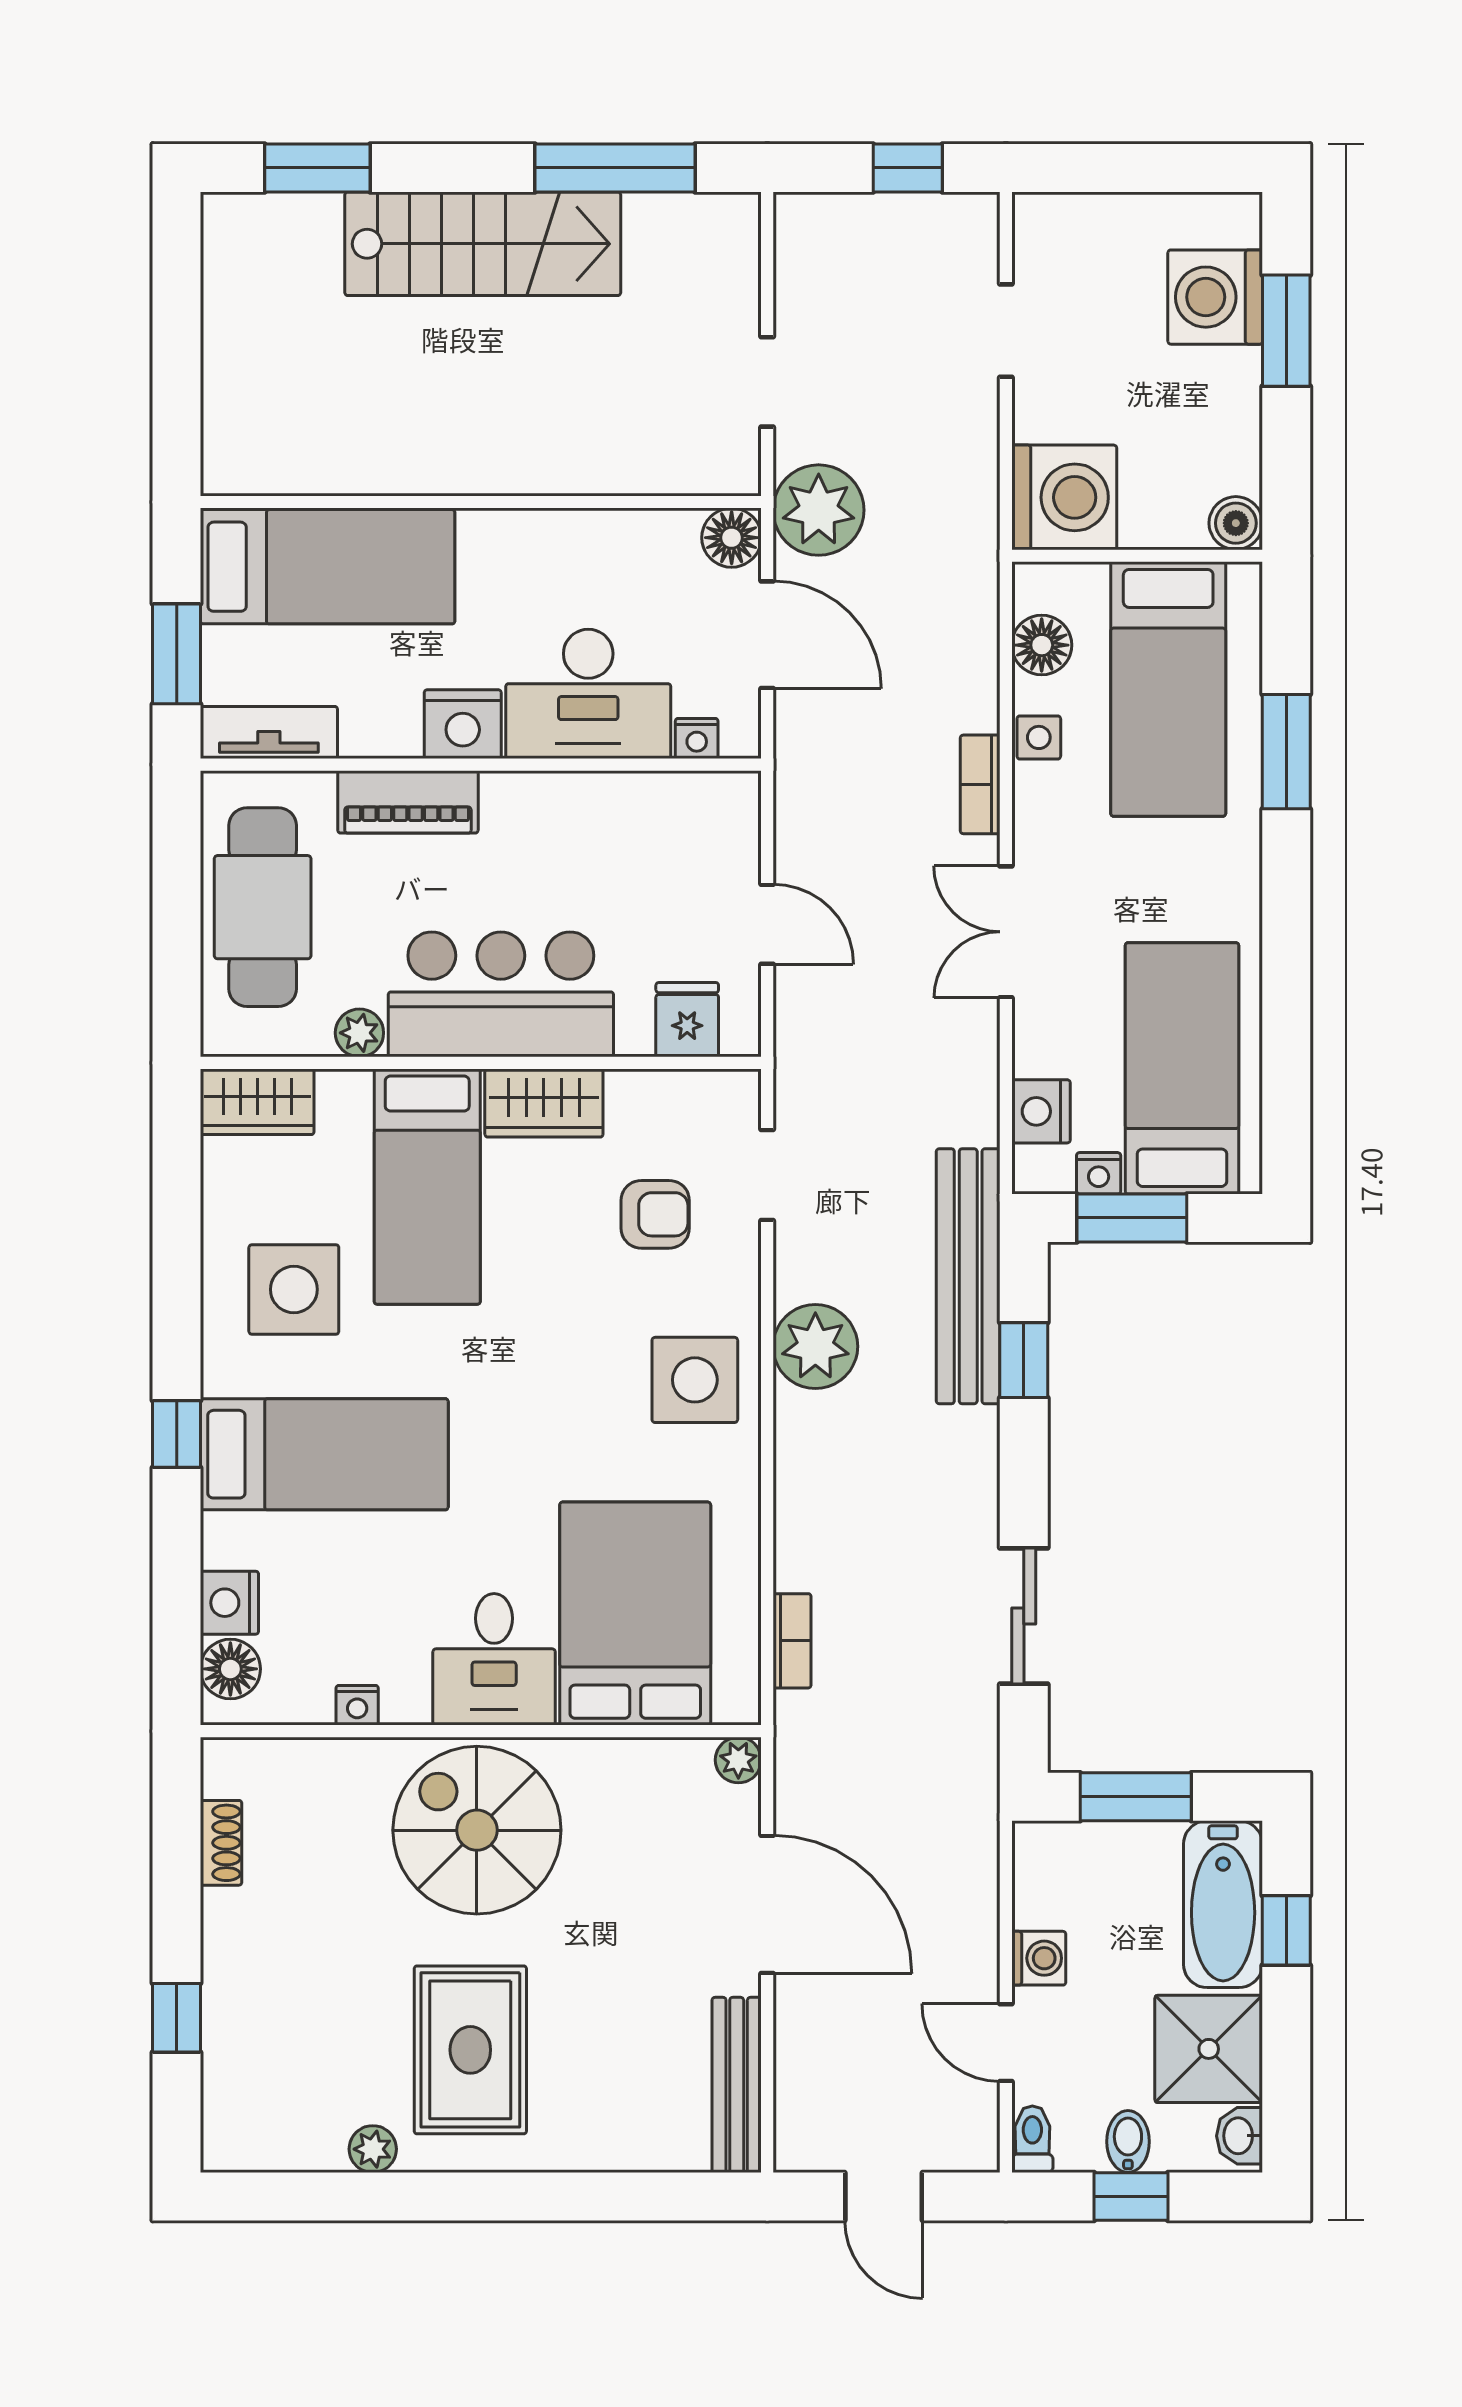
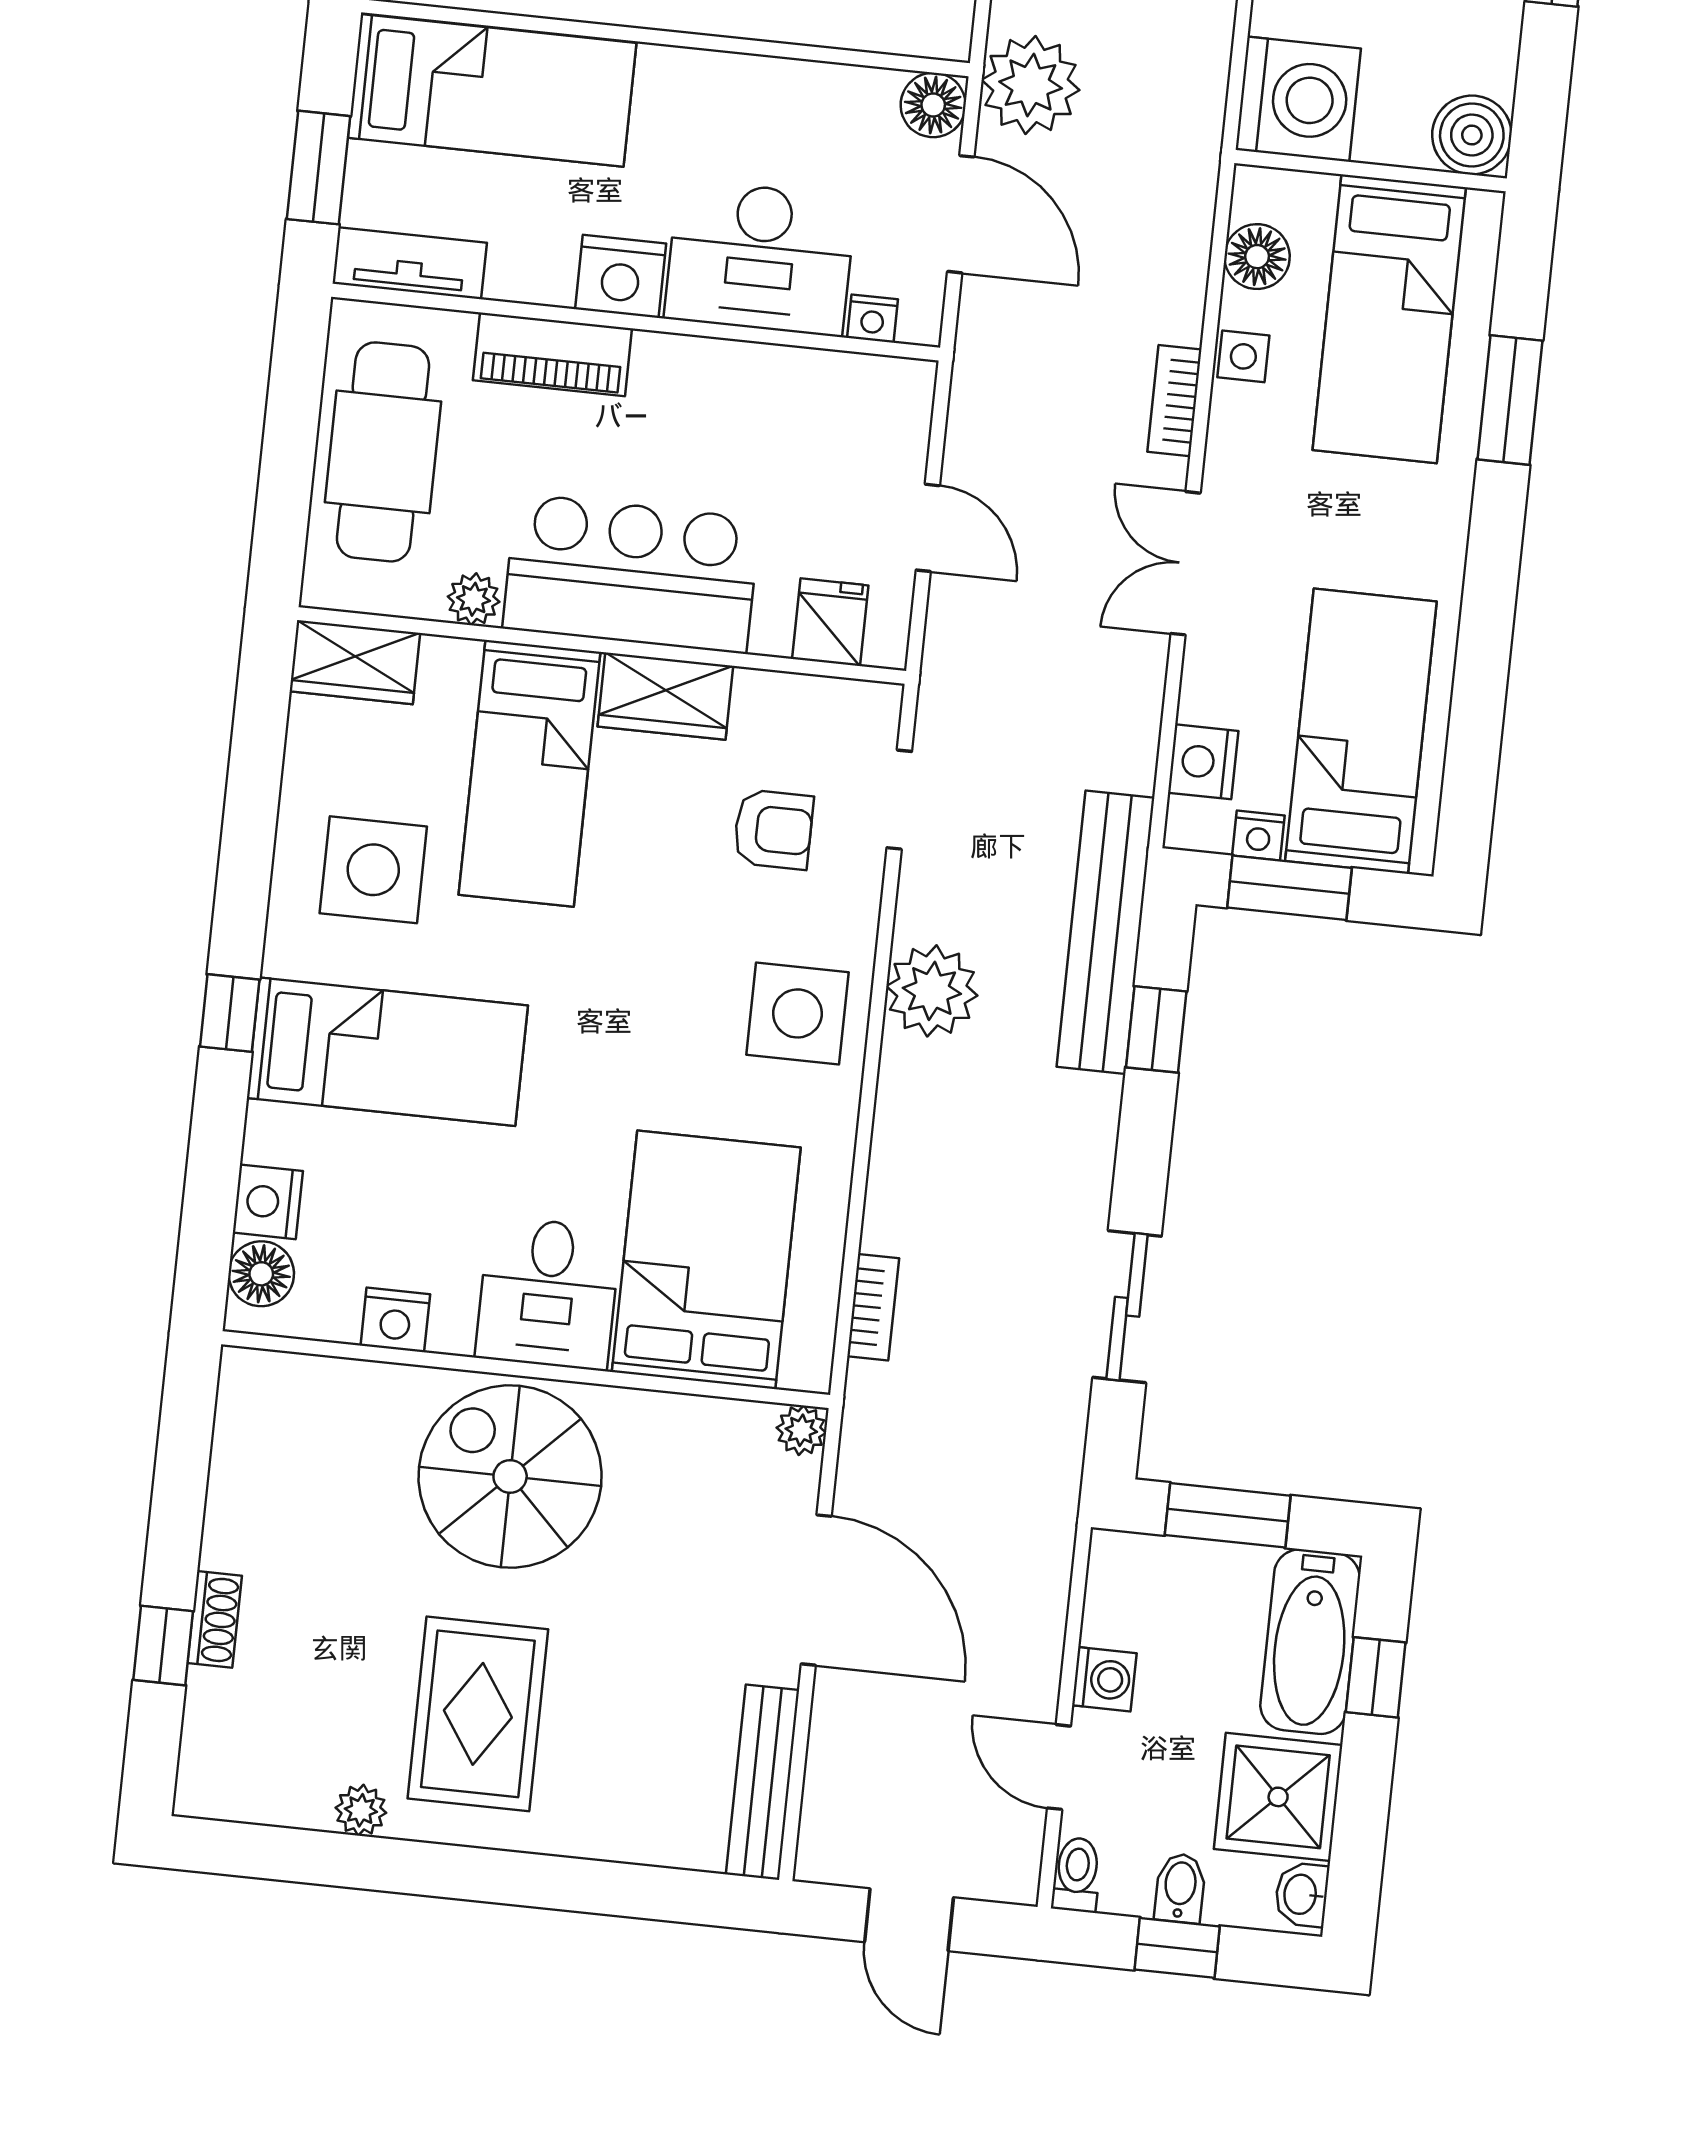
boiler: (1236, 523) -> (1472, 135), width x1.36, depth x1.36
nightstand: (357, 1705) -> (395, 1320), width x1.39, depth x1.35
shoe rack: (221, 1843) -> (215, 1619), moved

